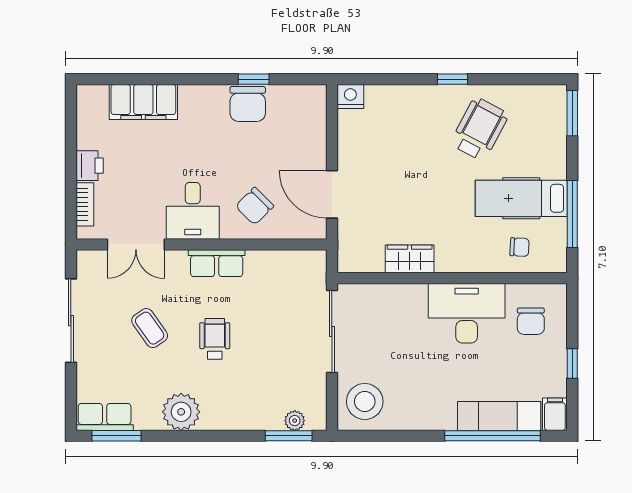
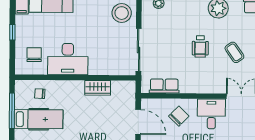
row of seats: (217, 263) -> (164, 86), moved

